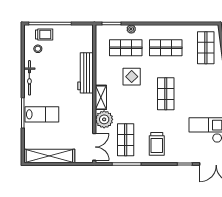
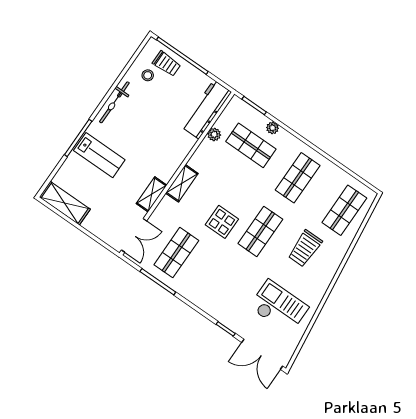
shop shelf: (166, 48) -> (298, 178), turned 90
workbench: (85, 73) -> (206, 109), moved
display table: (132, 77) -> (222, 222), moved
shelving: (88, 116) -> (152, 194), added
plant: (104, 119) -> (214, 134), moved, width x0.53, depth x0.53
trolley: (157, 144) -> (305, 248), moved
shelving: (49, 156) -> (65, 203), width x0.68

